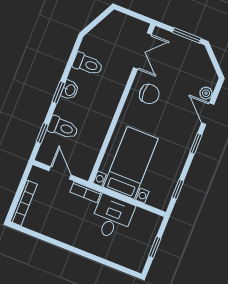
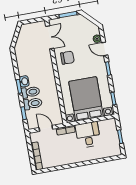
toilet: (88, 64) -> (31, 92), moved
bed with nightstands: (131, 163) -> (86, 99), width x1.36

